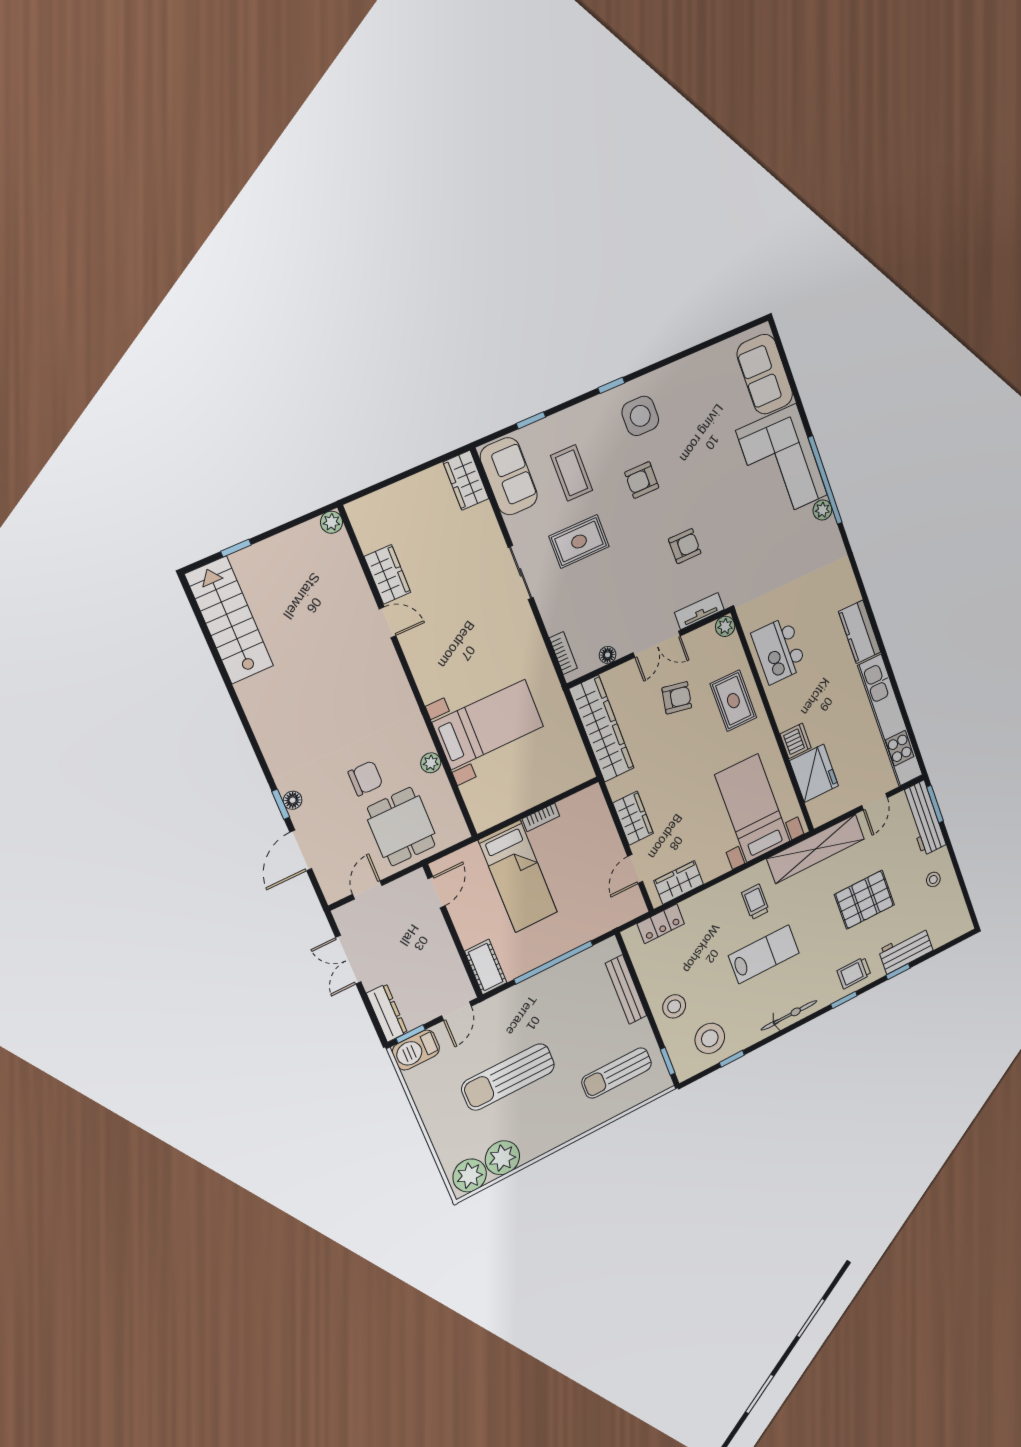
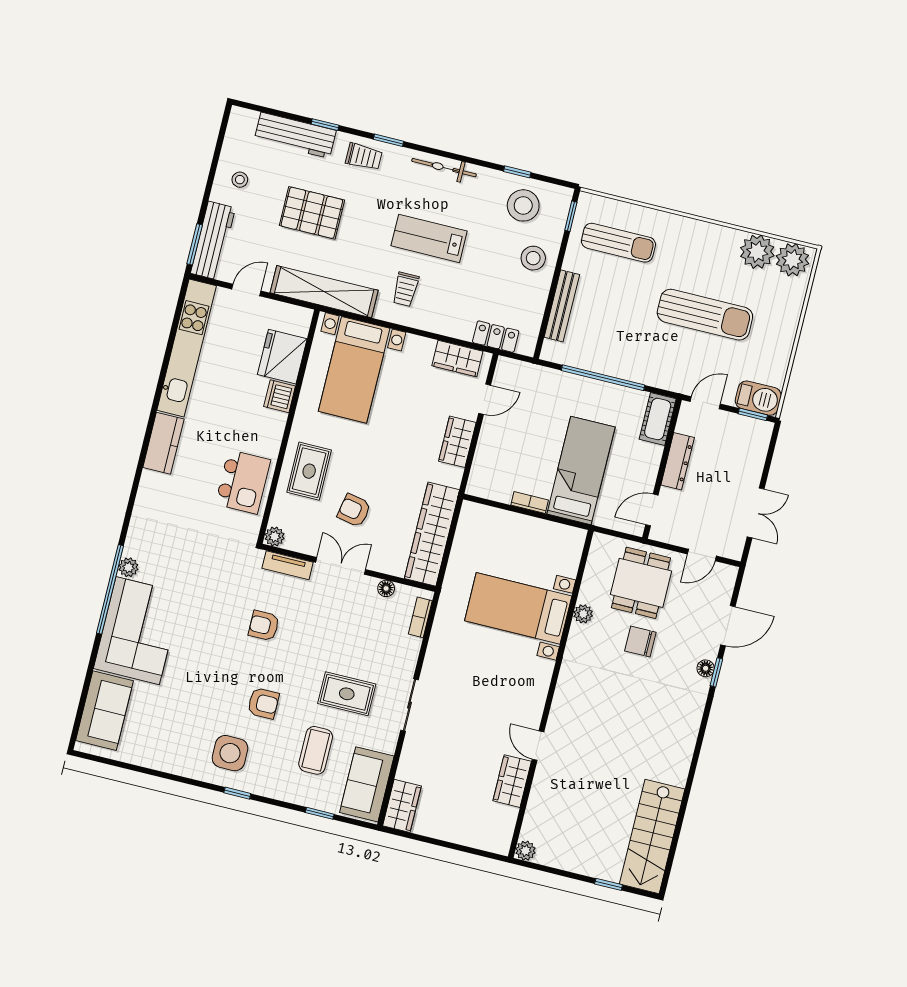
workbench: (906, 950) -> (295, 135), width x1.38
dresser: (387, 1013) -> (678, 461), moved, turned 180

